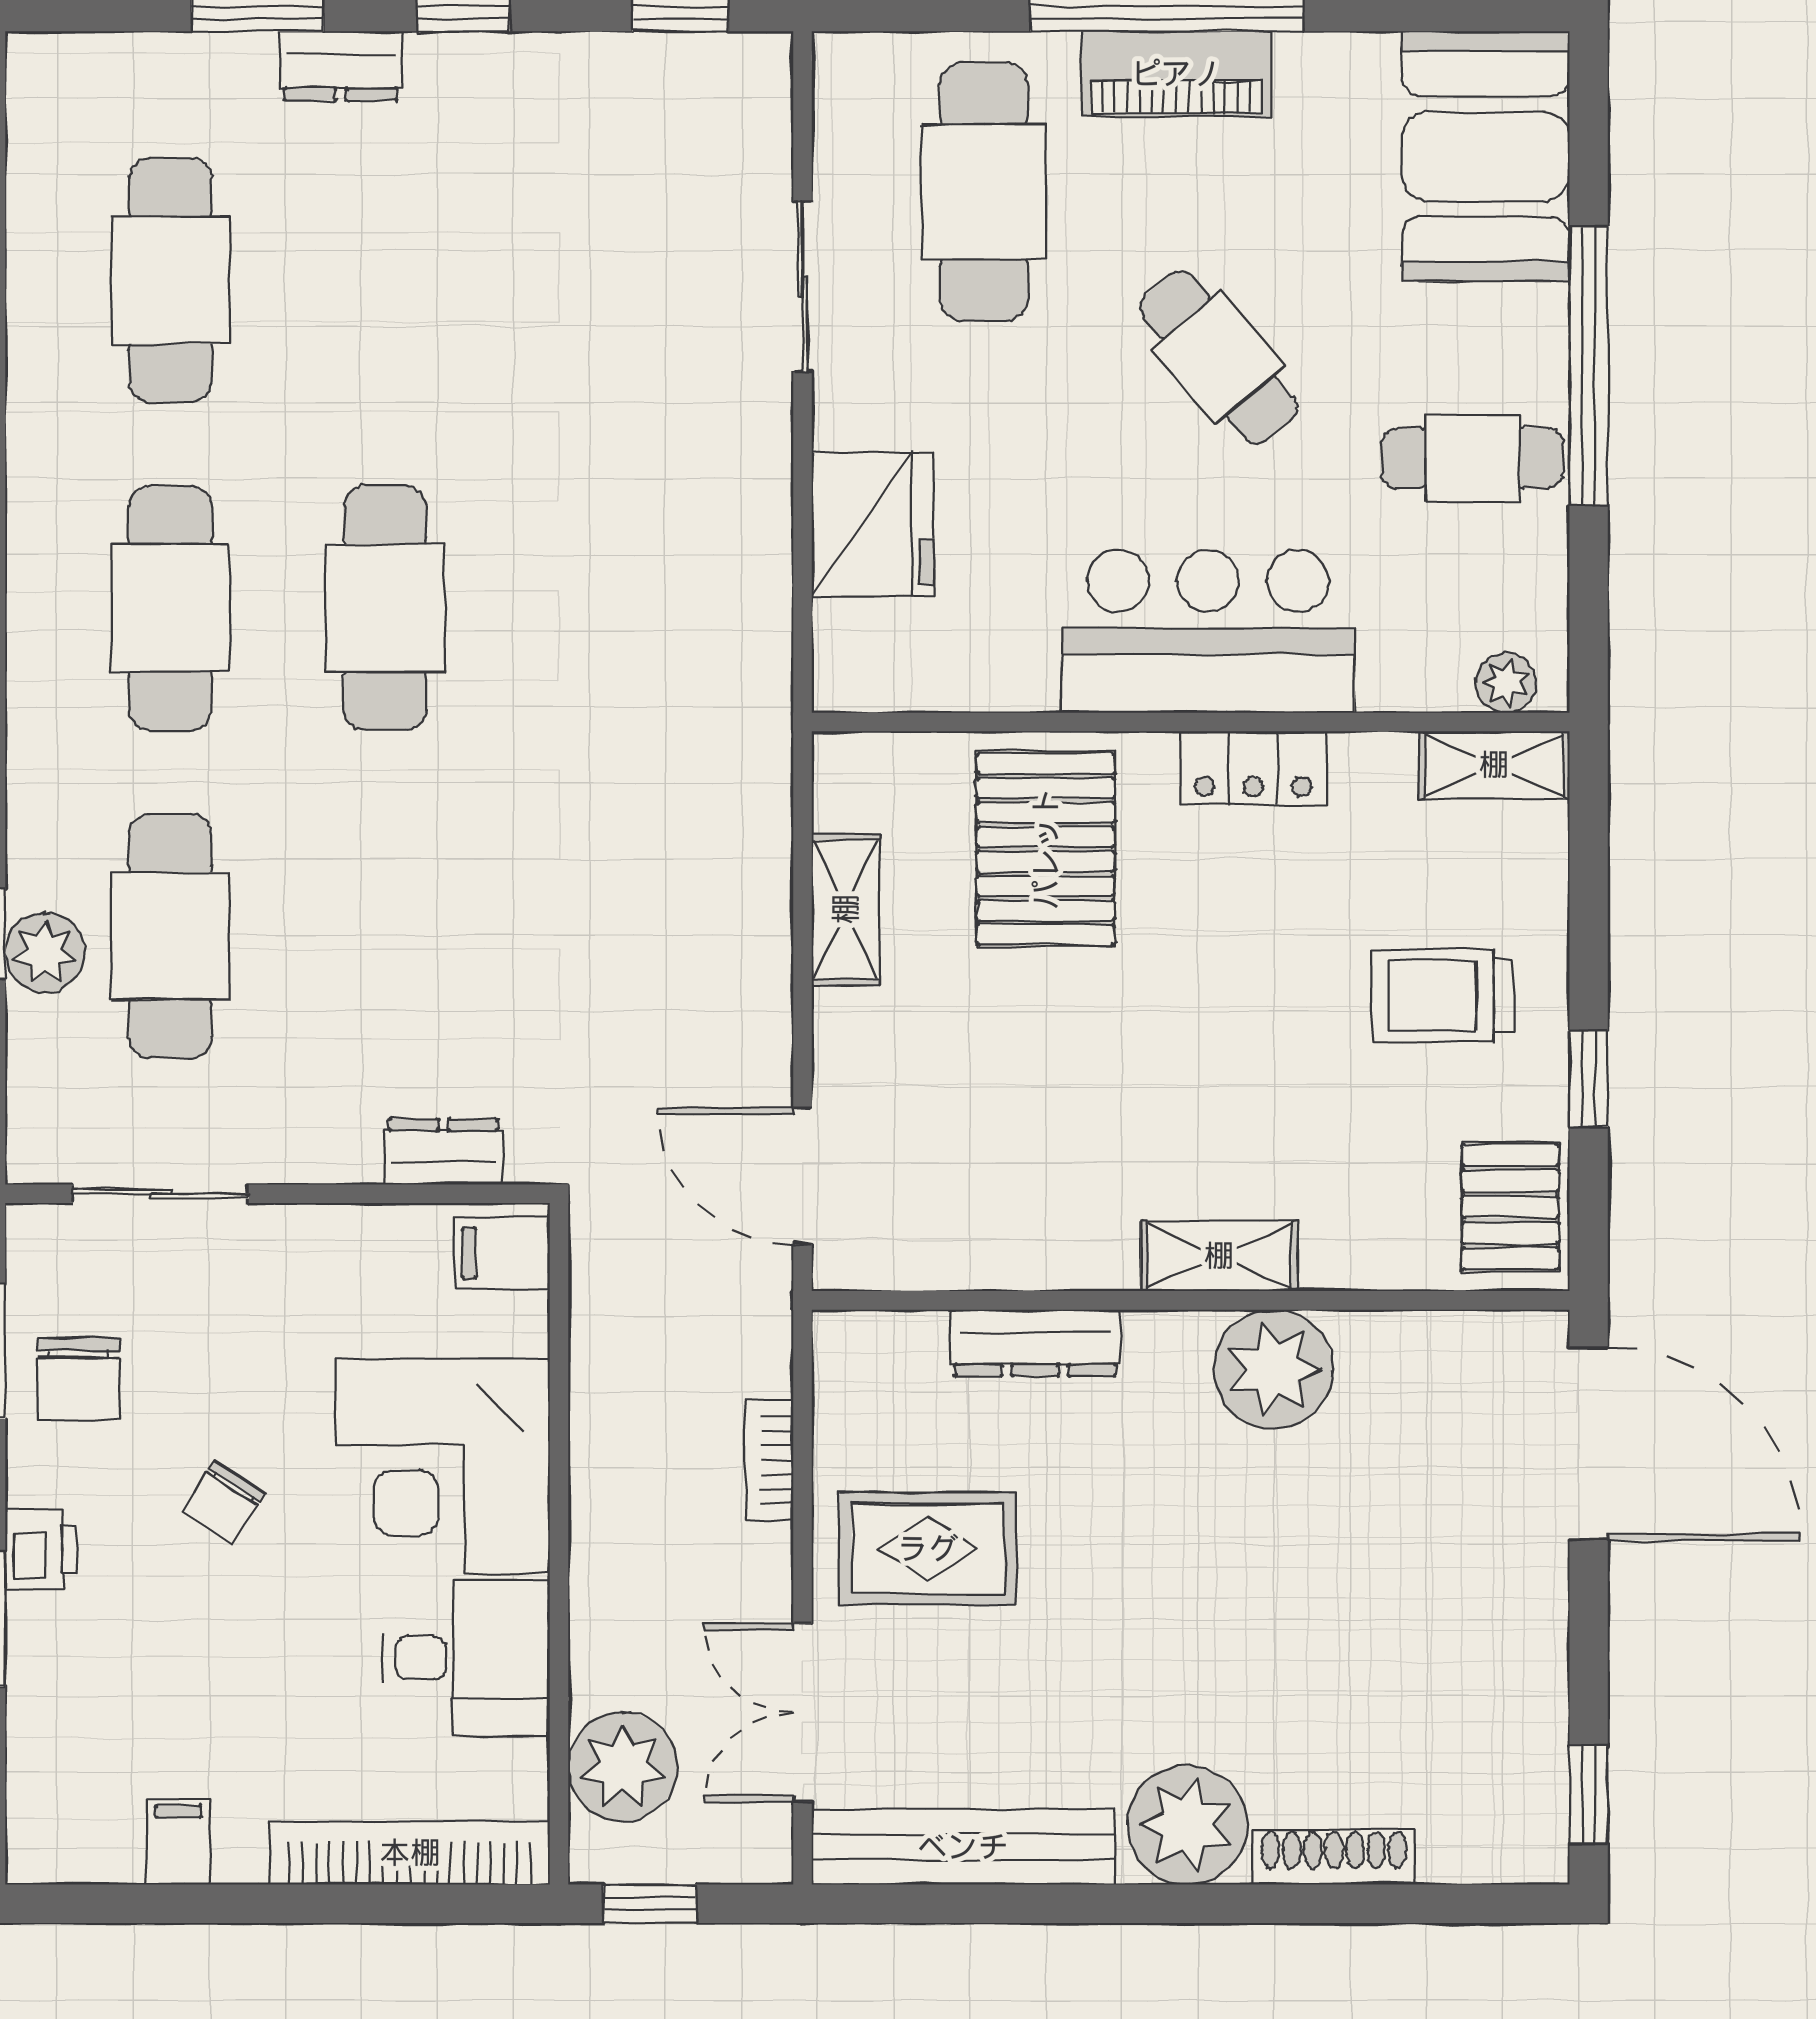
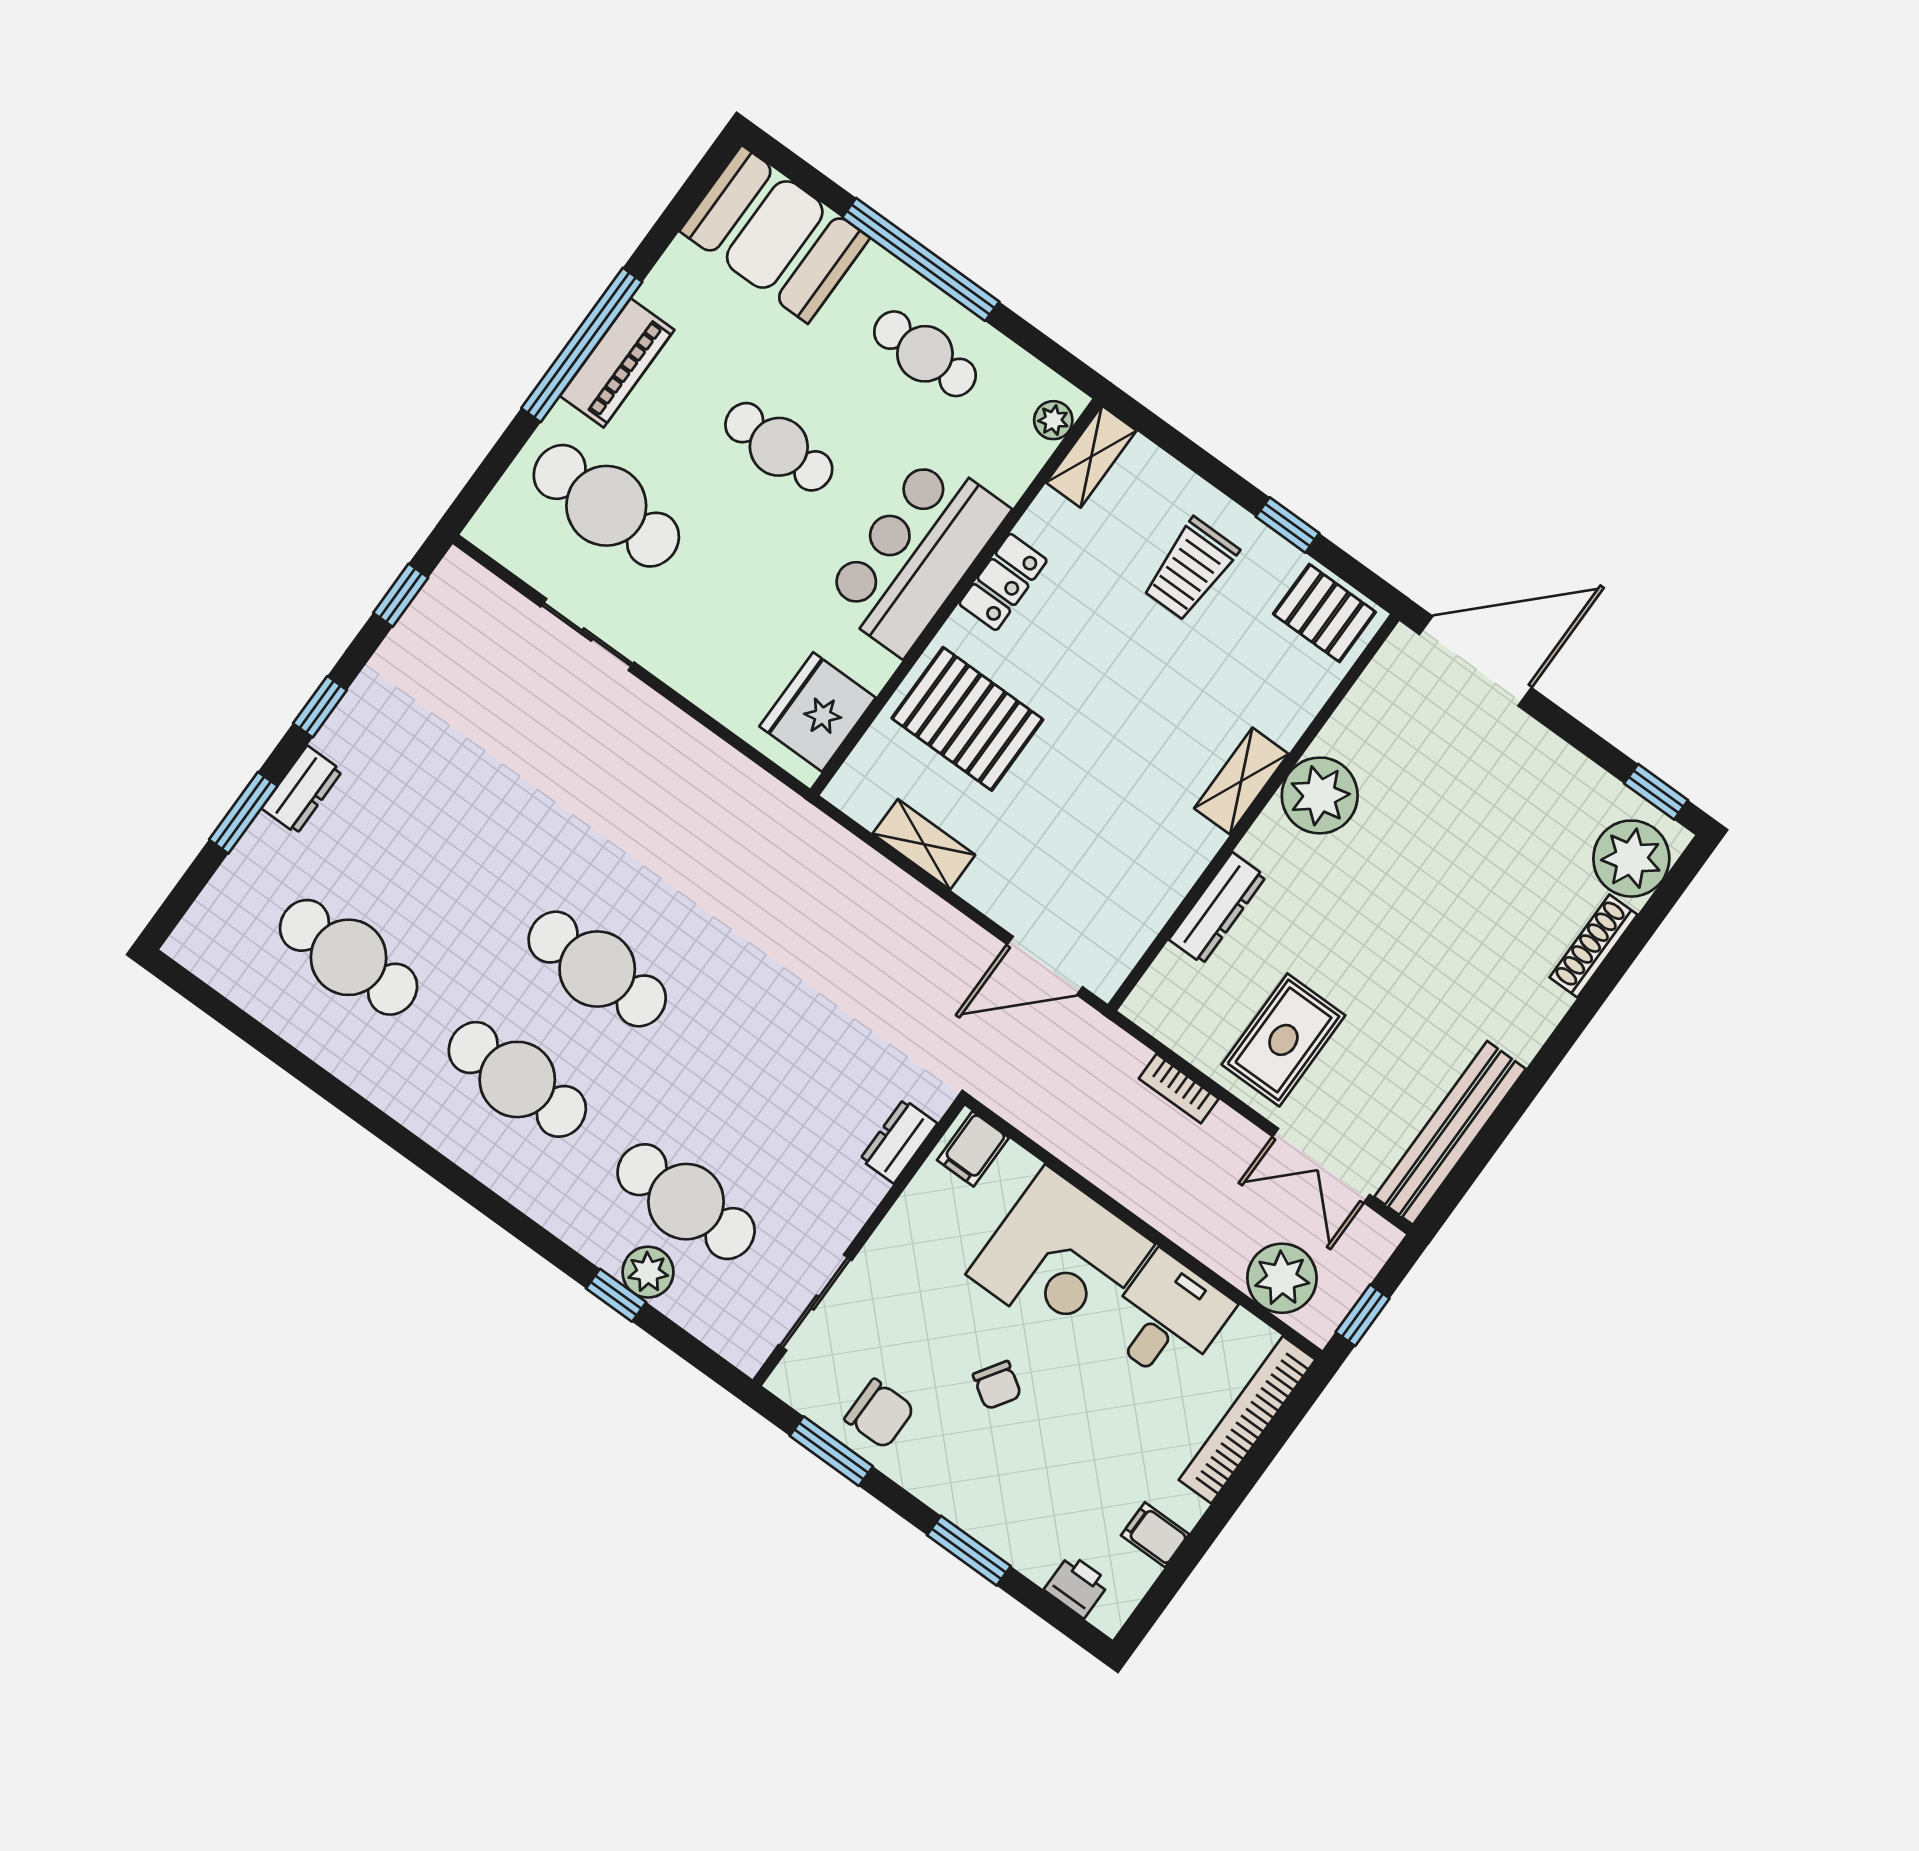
cafe table: (1219, 357) -> (779, 447), turned 39
cafe table: (1472, 458) -> (925, 354), turned 90
fridge: (873, 524) -> (818, 712), moved, turned -90
printer: (41, 1549) -> (1077, 1586), moved
plant: (1187, 1825) -> (1631, 859), moved

